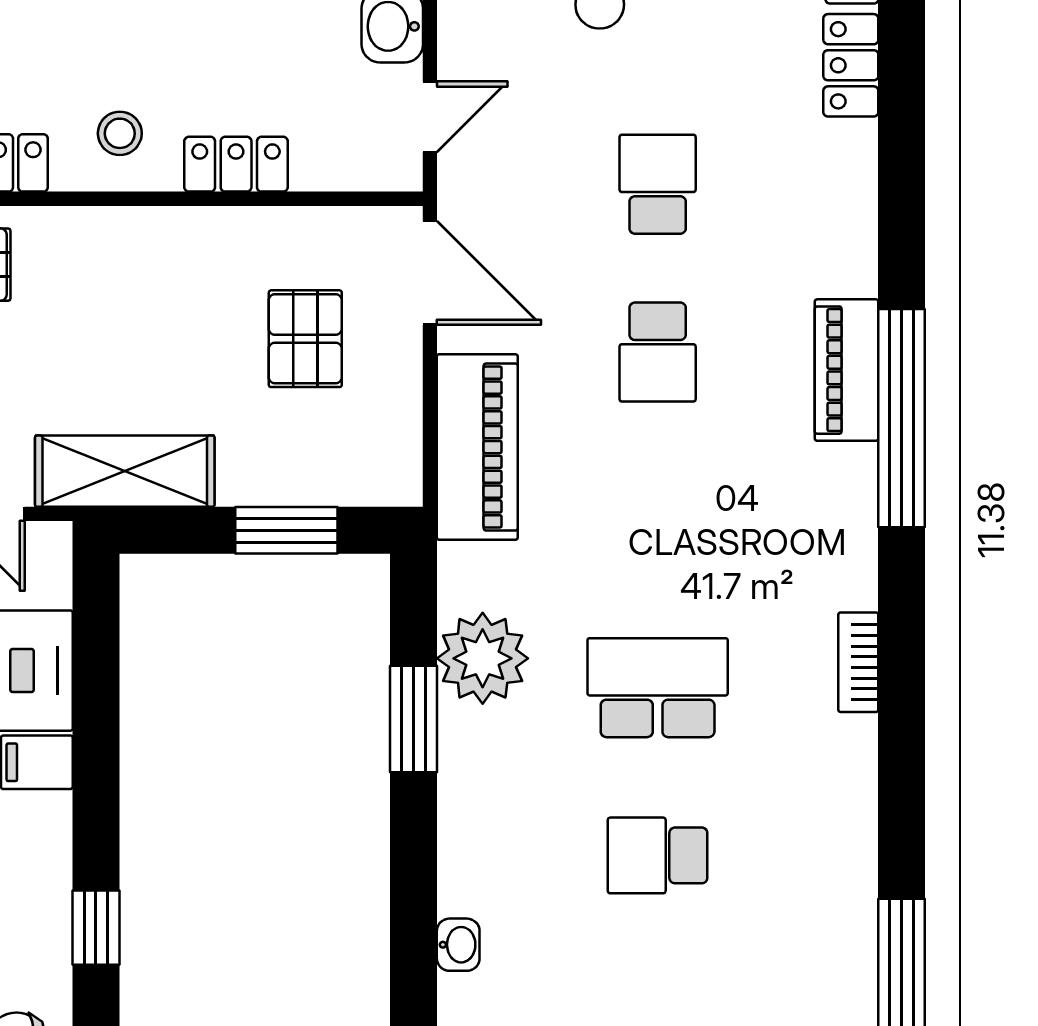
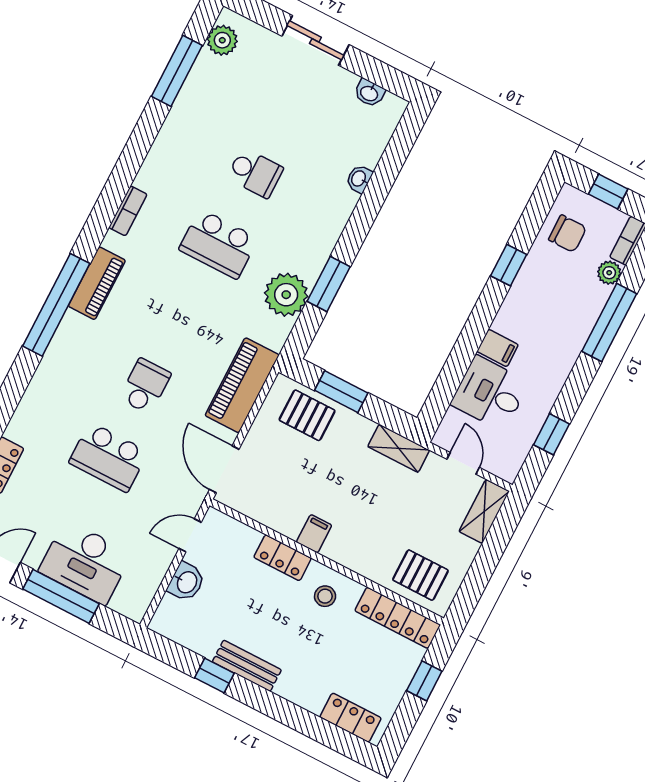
school desk: (658, 184) -> (108, 457), width x1.85
filing cabinet: (200, 239) -> (314, 534), added
pallet: (305, 339) -> (307, 415), moved, turned 90
piano: (847, 370) -> (97, 283), moved
shelving: (125, 471) -> (399, 448), width x0.67, depth x0.75

